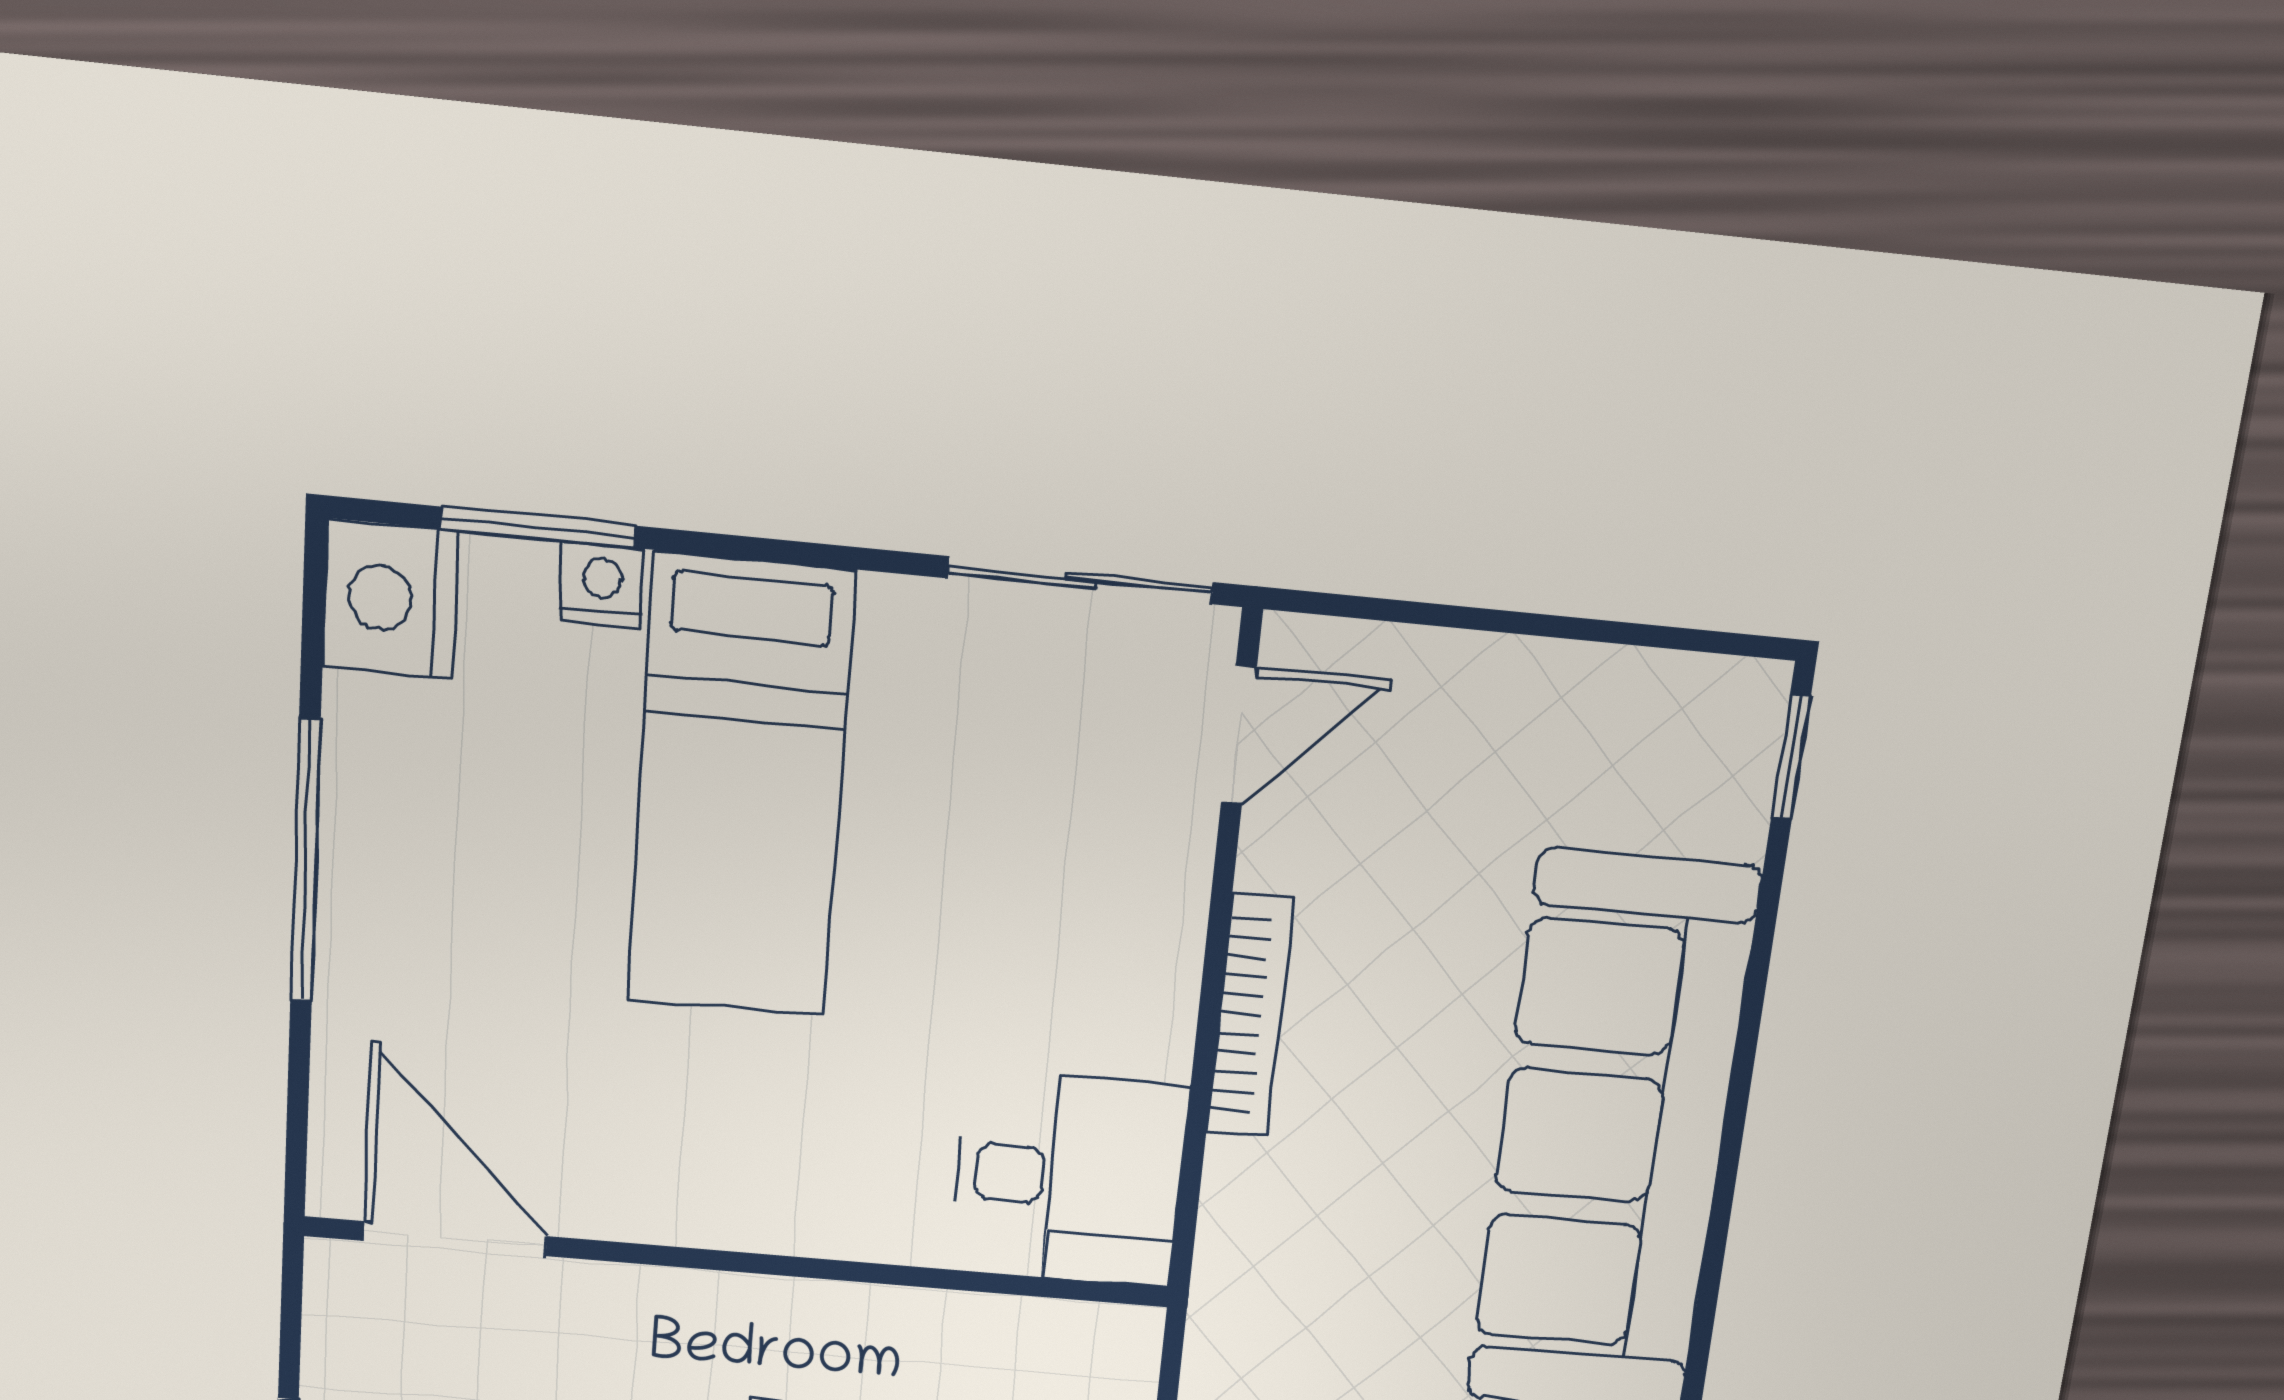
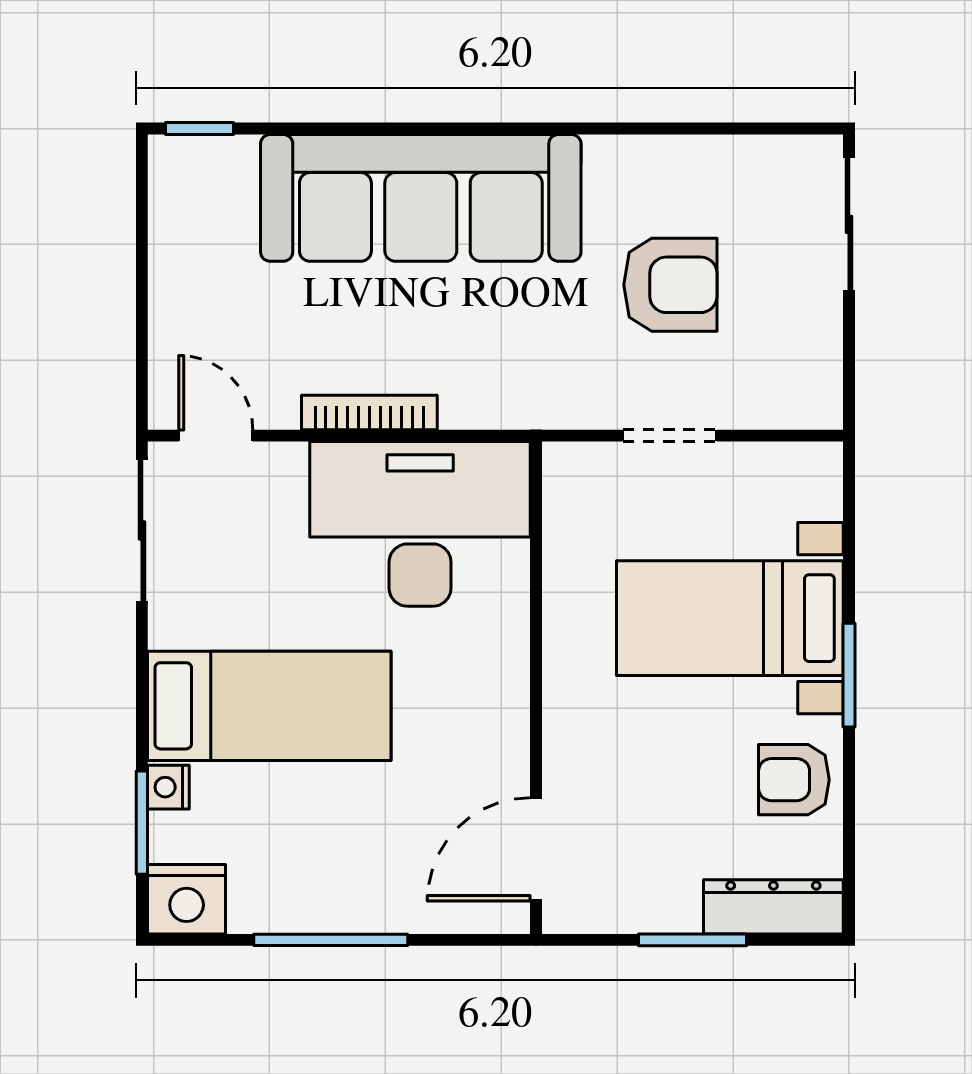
desk: (1069, 1179) -> (420, 524), width x1.87, depth x1.30

